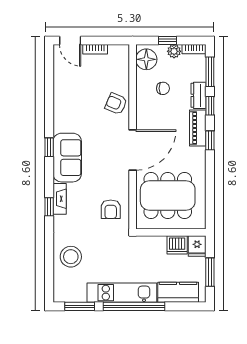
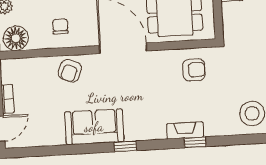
chair: (163, 88) -> (60, 26), moved
sofa: (67, 158) -> (94, 127), moved

